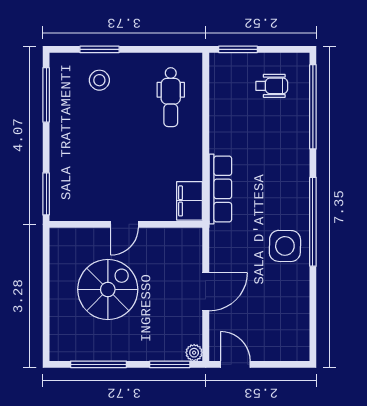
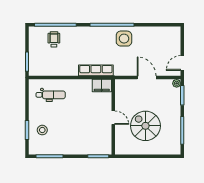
wheelchair: (272, 86) -> (54, 39), moved

